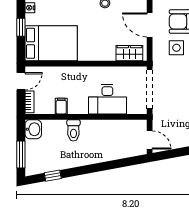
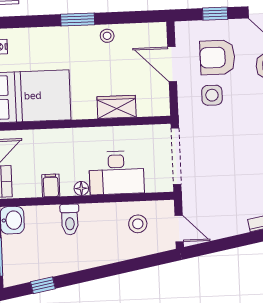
wardrobe: (129, 53) -> (117, 107), moved
floor lamp: (82, 109) -> (81, 188), added
stool: (121, 135) -> (138, 224), added

